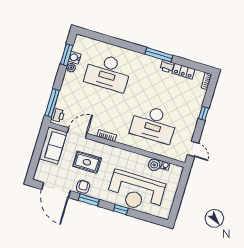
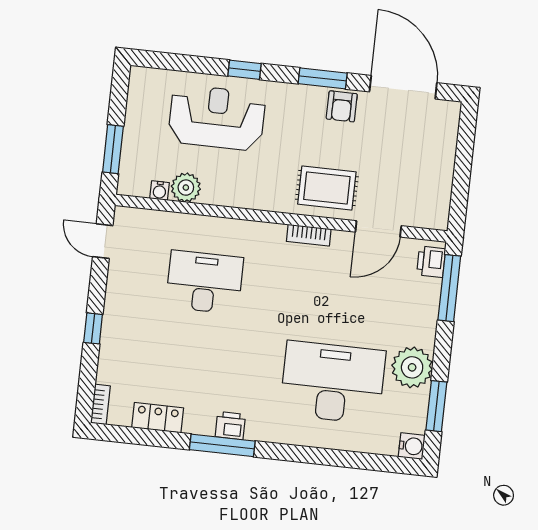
water cooler: (75, 58) -> (412, 446), moved
printer: (167, 66) -> (230, 426), moved
plant: (71, 68) -> (412, 367), width x1.87, depth x1.87
desk: (154, 124) -> (205, 282), width x0.73, depth x0.77
sofa: (53, 145) -> (429, 189), removed
rug: (87, 162) -> (327, 188), moved
window: (182, 186) -> (113, 149), added
reception desk: (136, 192) -> (217, 118), width x0.74, depth x0.77

